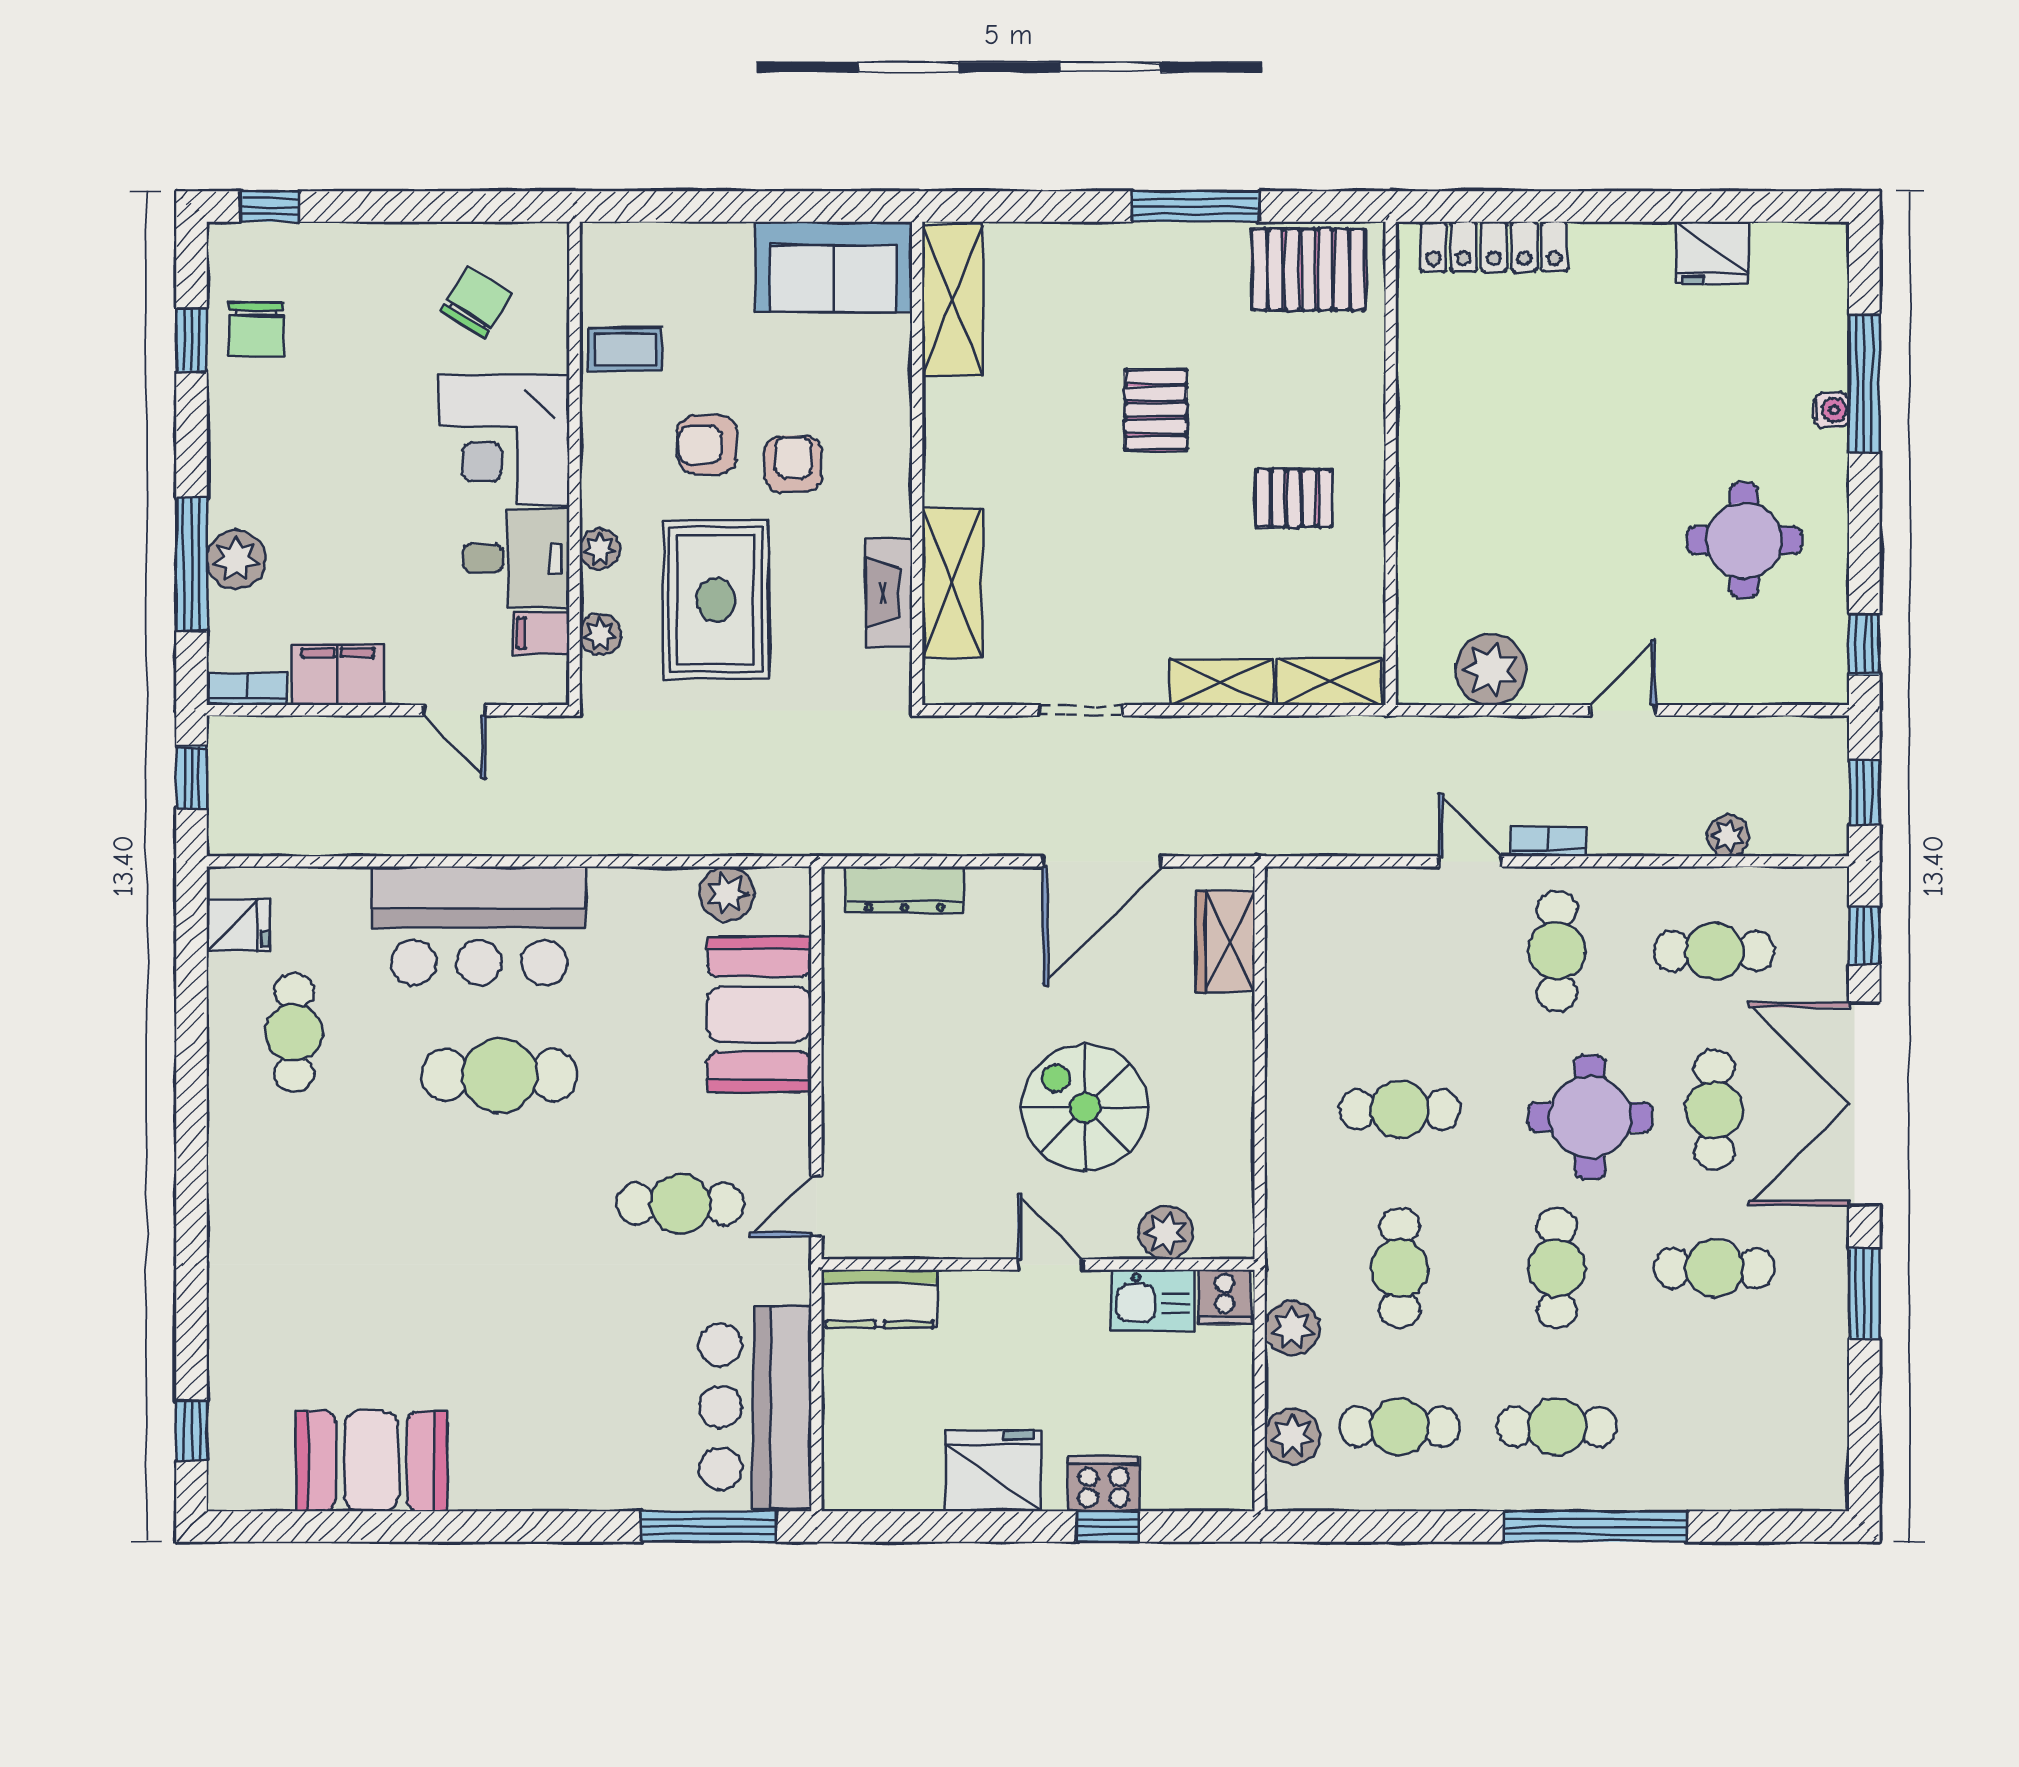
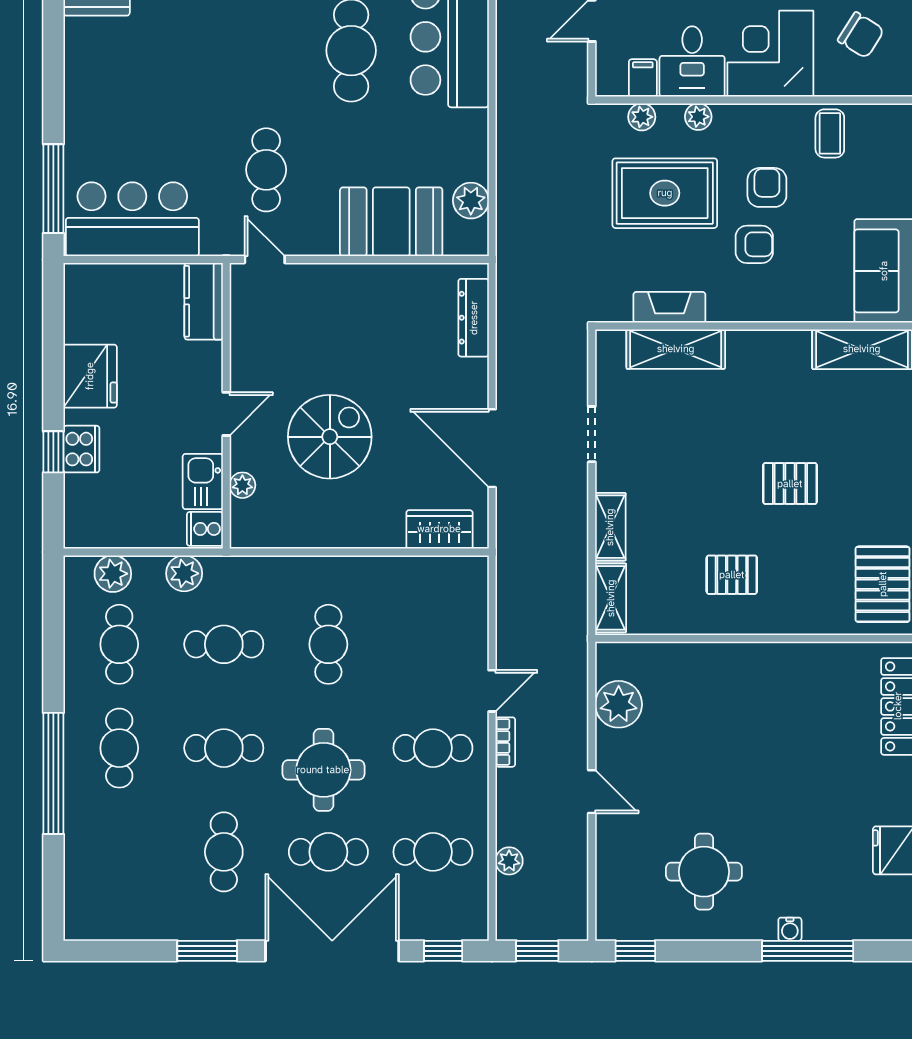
pallet: (1294, 498) -> (732, 575), turned 90
cafe table: (1714, 951) -> (433, 852), turned 90
plant: (1166, 1233) -> (242, 485), width x0.73, depth x0.73

